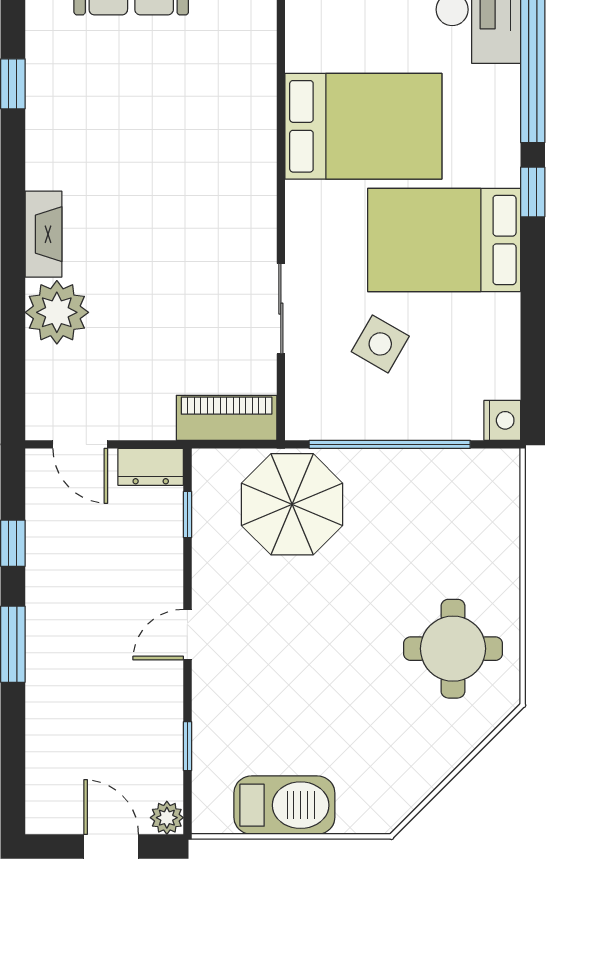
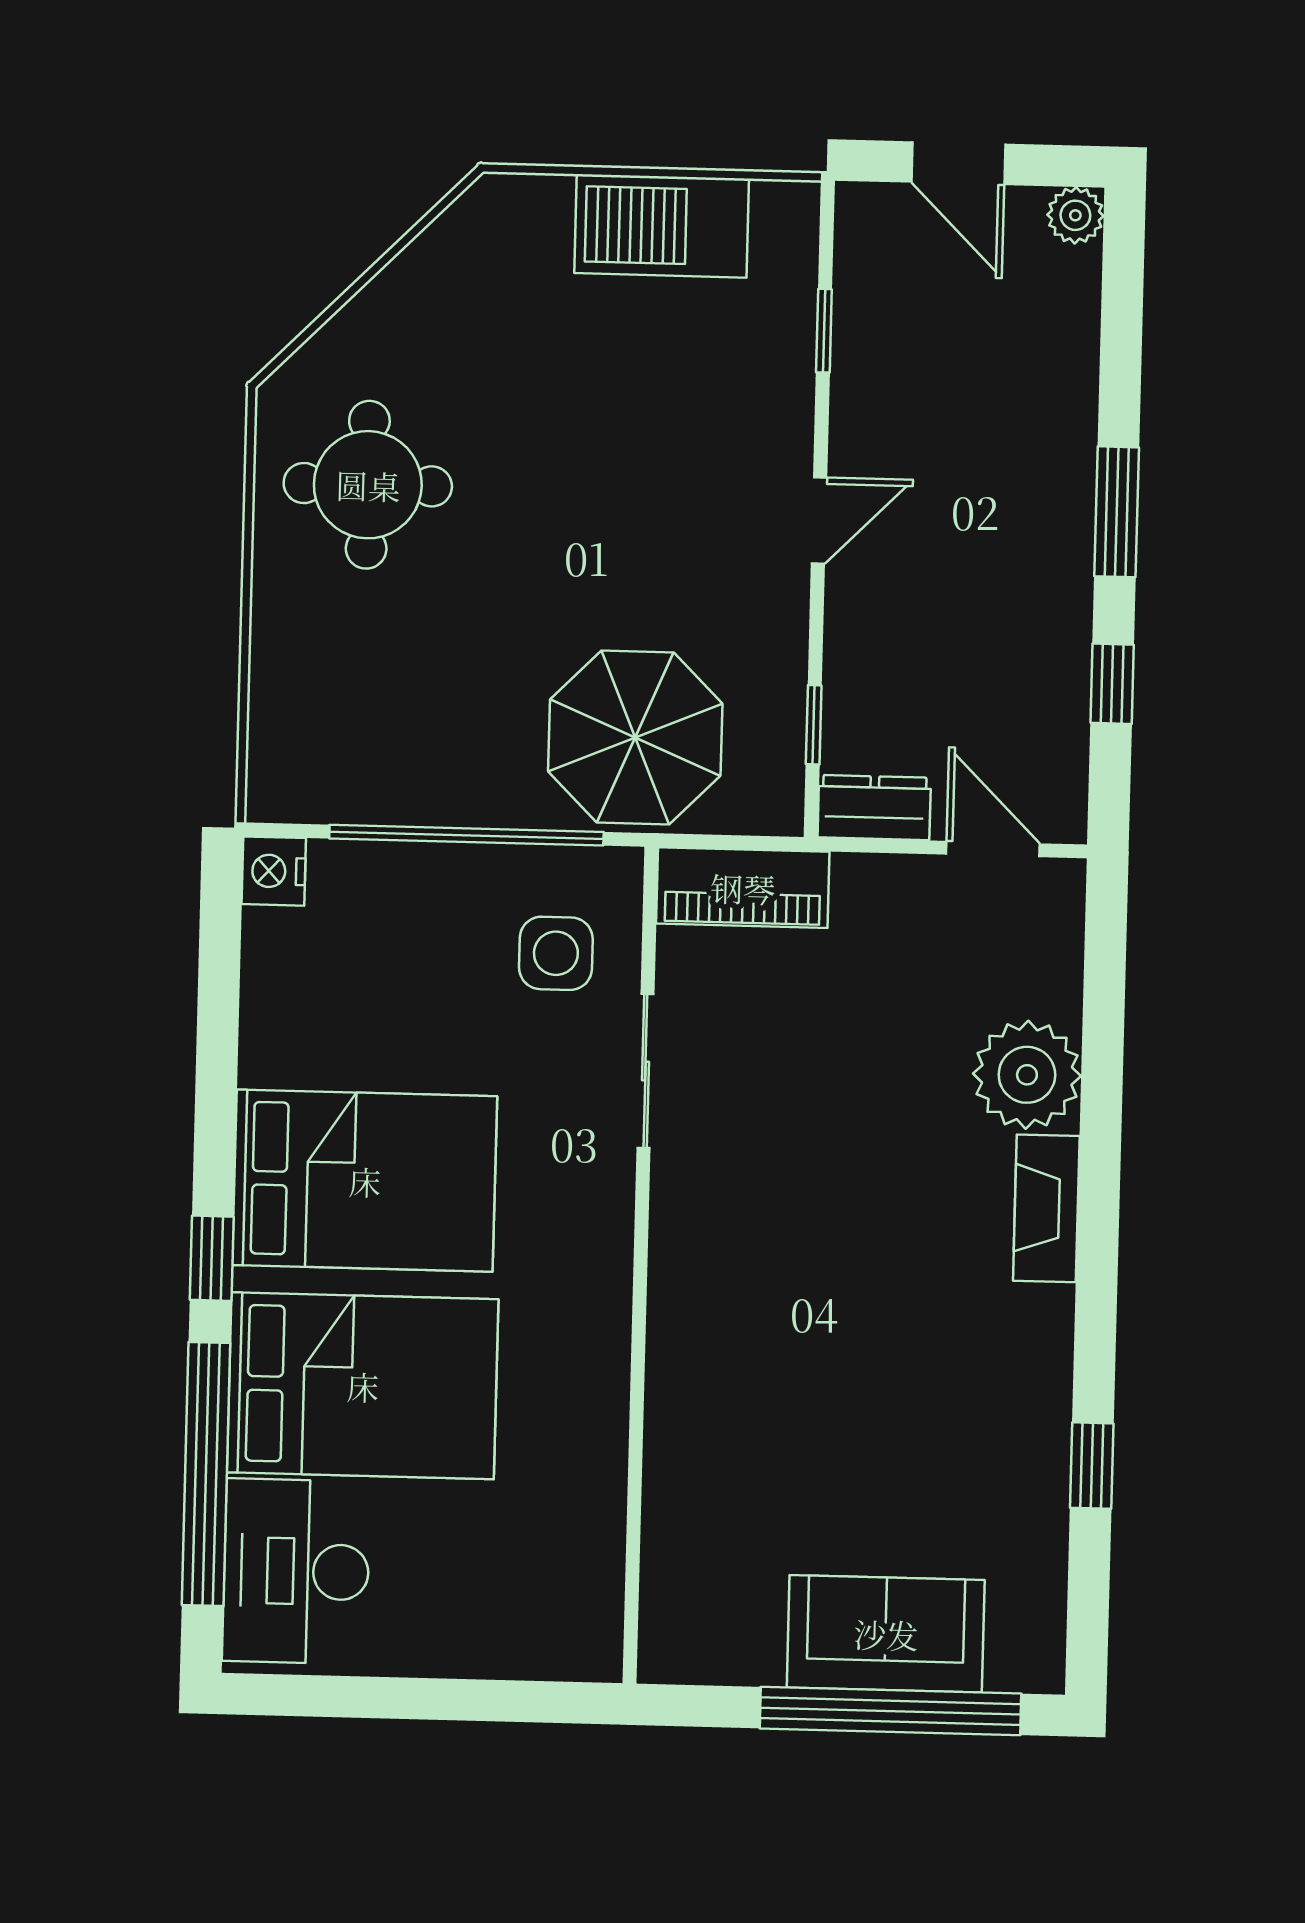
bed: (363, 126) -> (363, 1386), moved, turned 180
side table: (380, 344) -> (556, 953), moved, turned -30
plant: (167, 818) -> (1075, 215), moved

